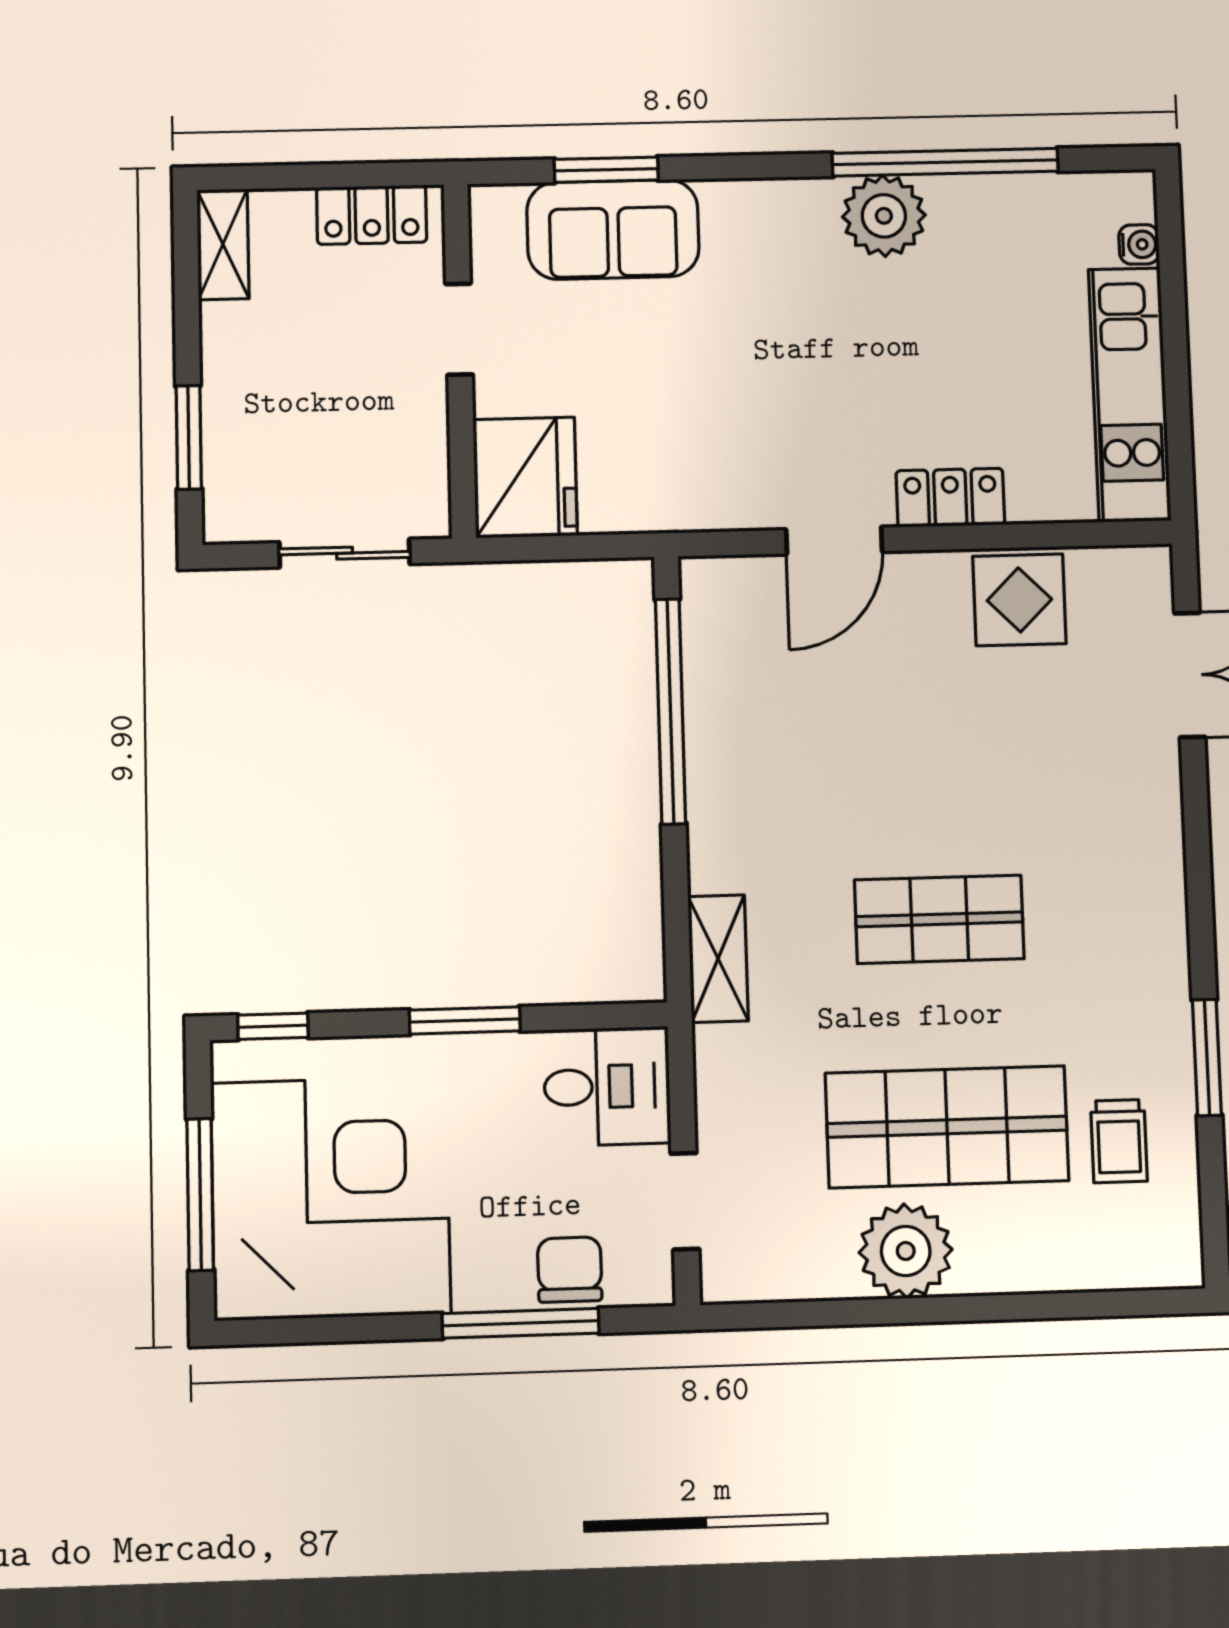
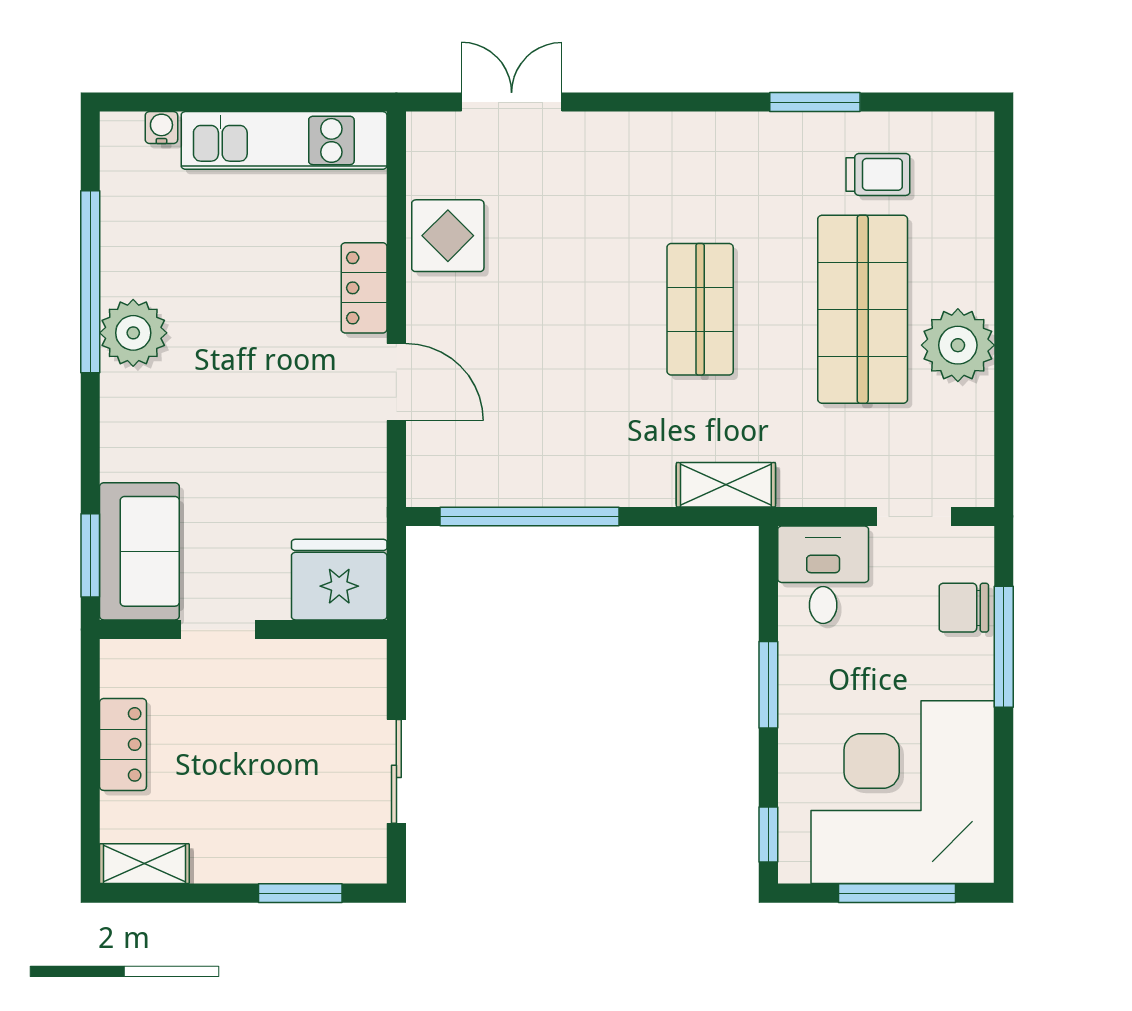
doorway: (459, 329) -> (218, 629), moved
wall: (460, 360) -> (243, 629), moved
fridge: (525, 478) -> (339, 580), moved

